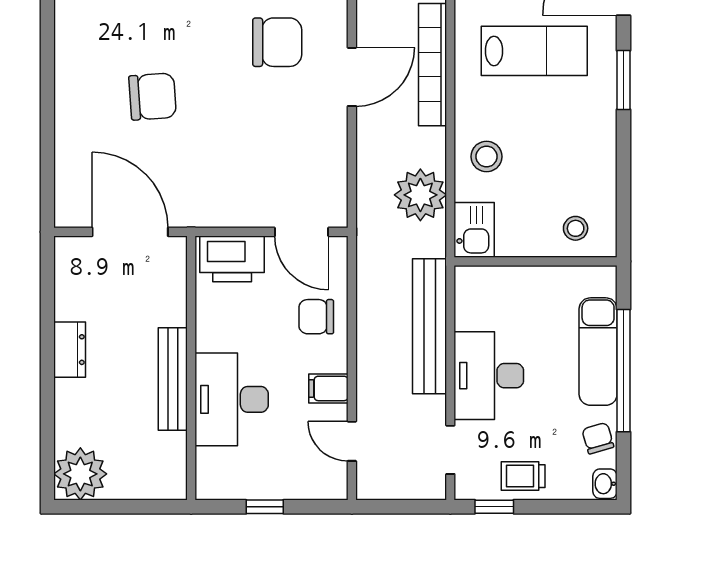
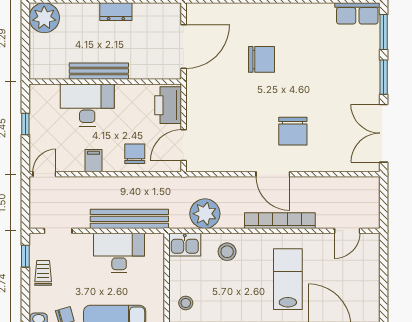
lab bench: (534, 51) -> (288, 279), turned 180
chair: (152, 97) -> (262, 59), turned -86
desk: (489, 376) -> (119, 253), moved
door: (352, 441) -> (44, 174), moved

